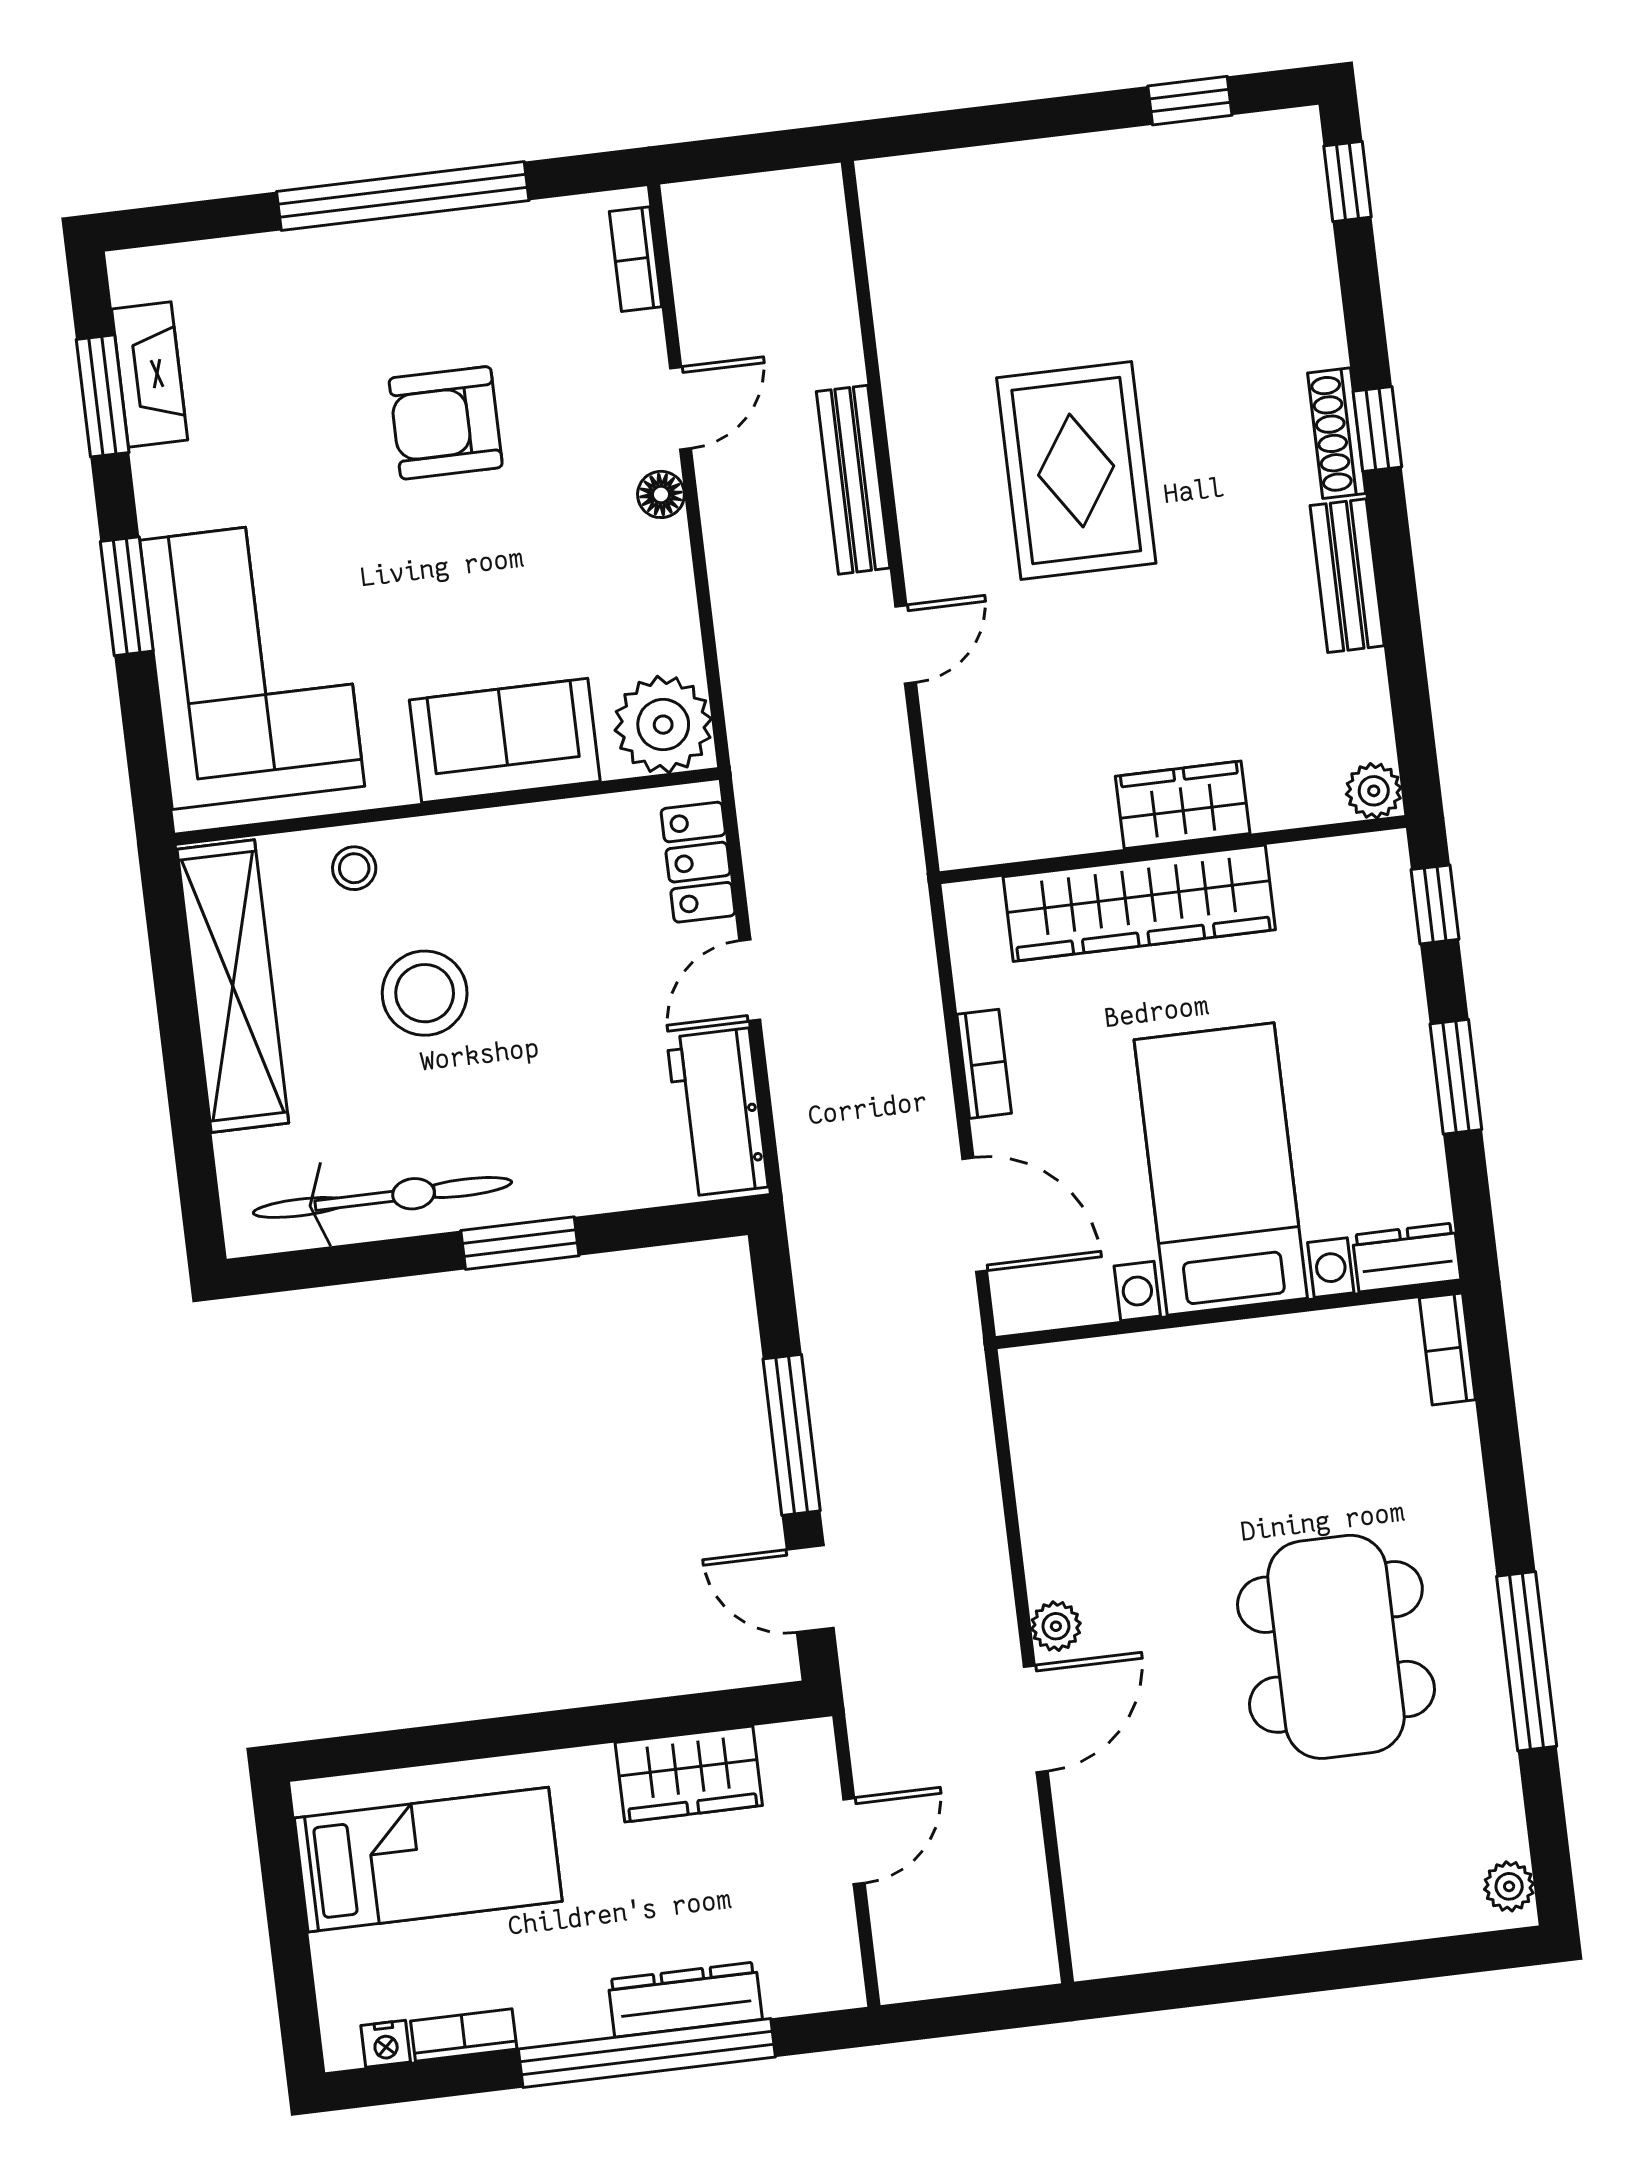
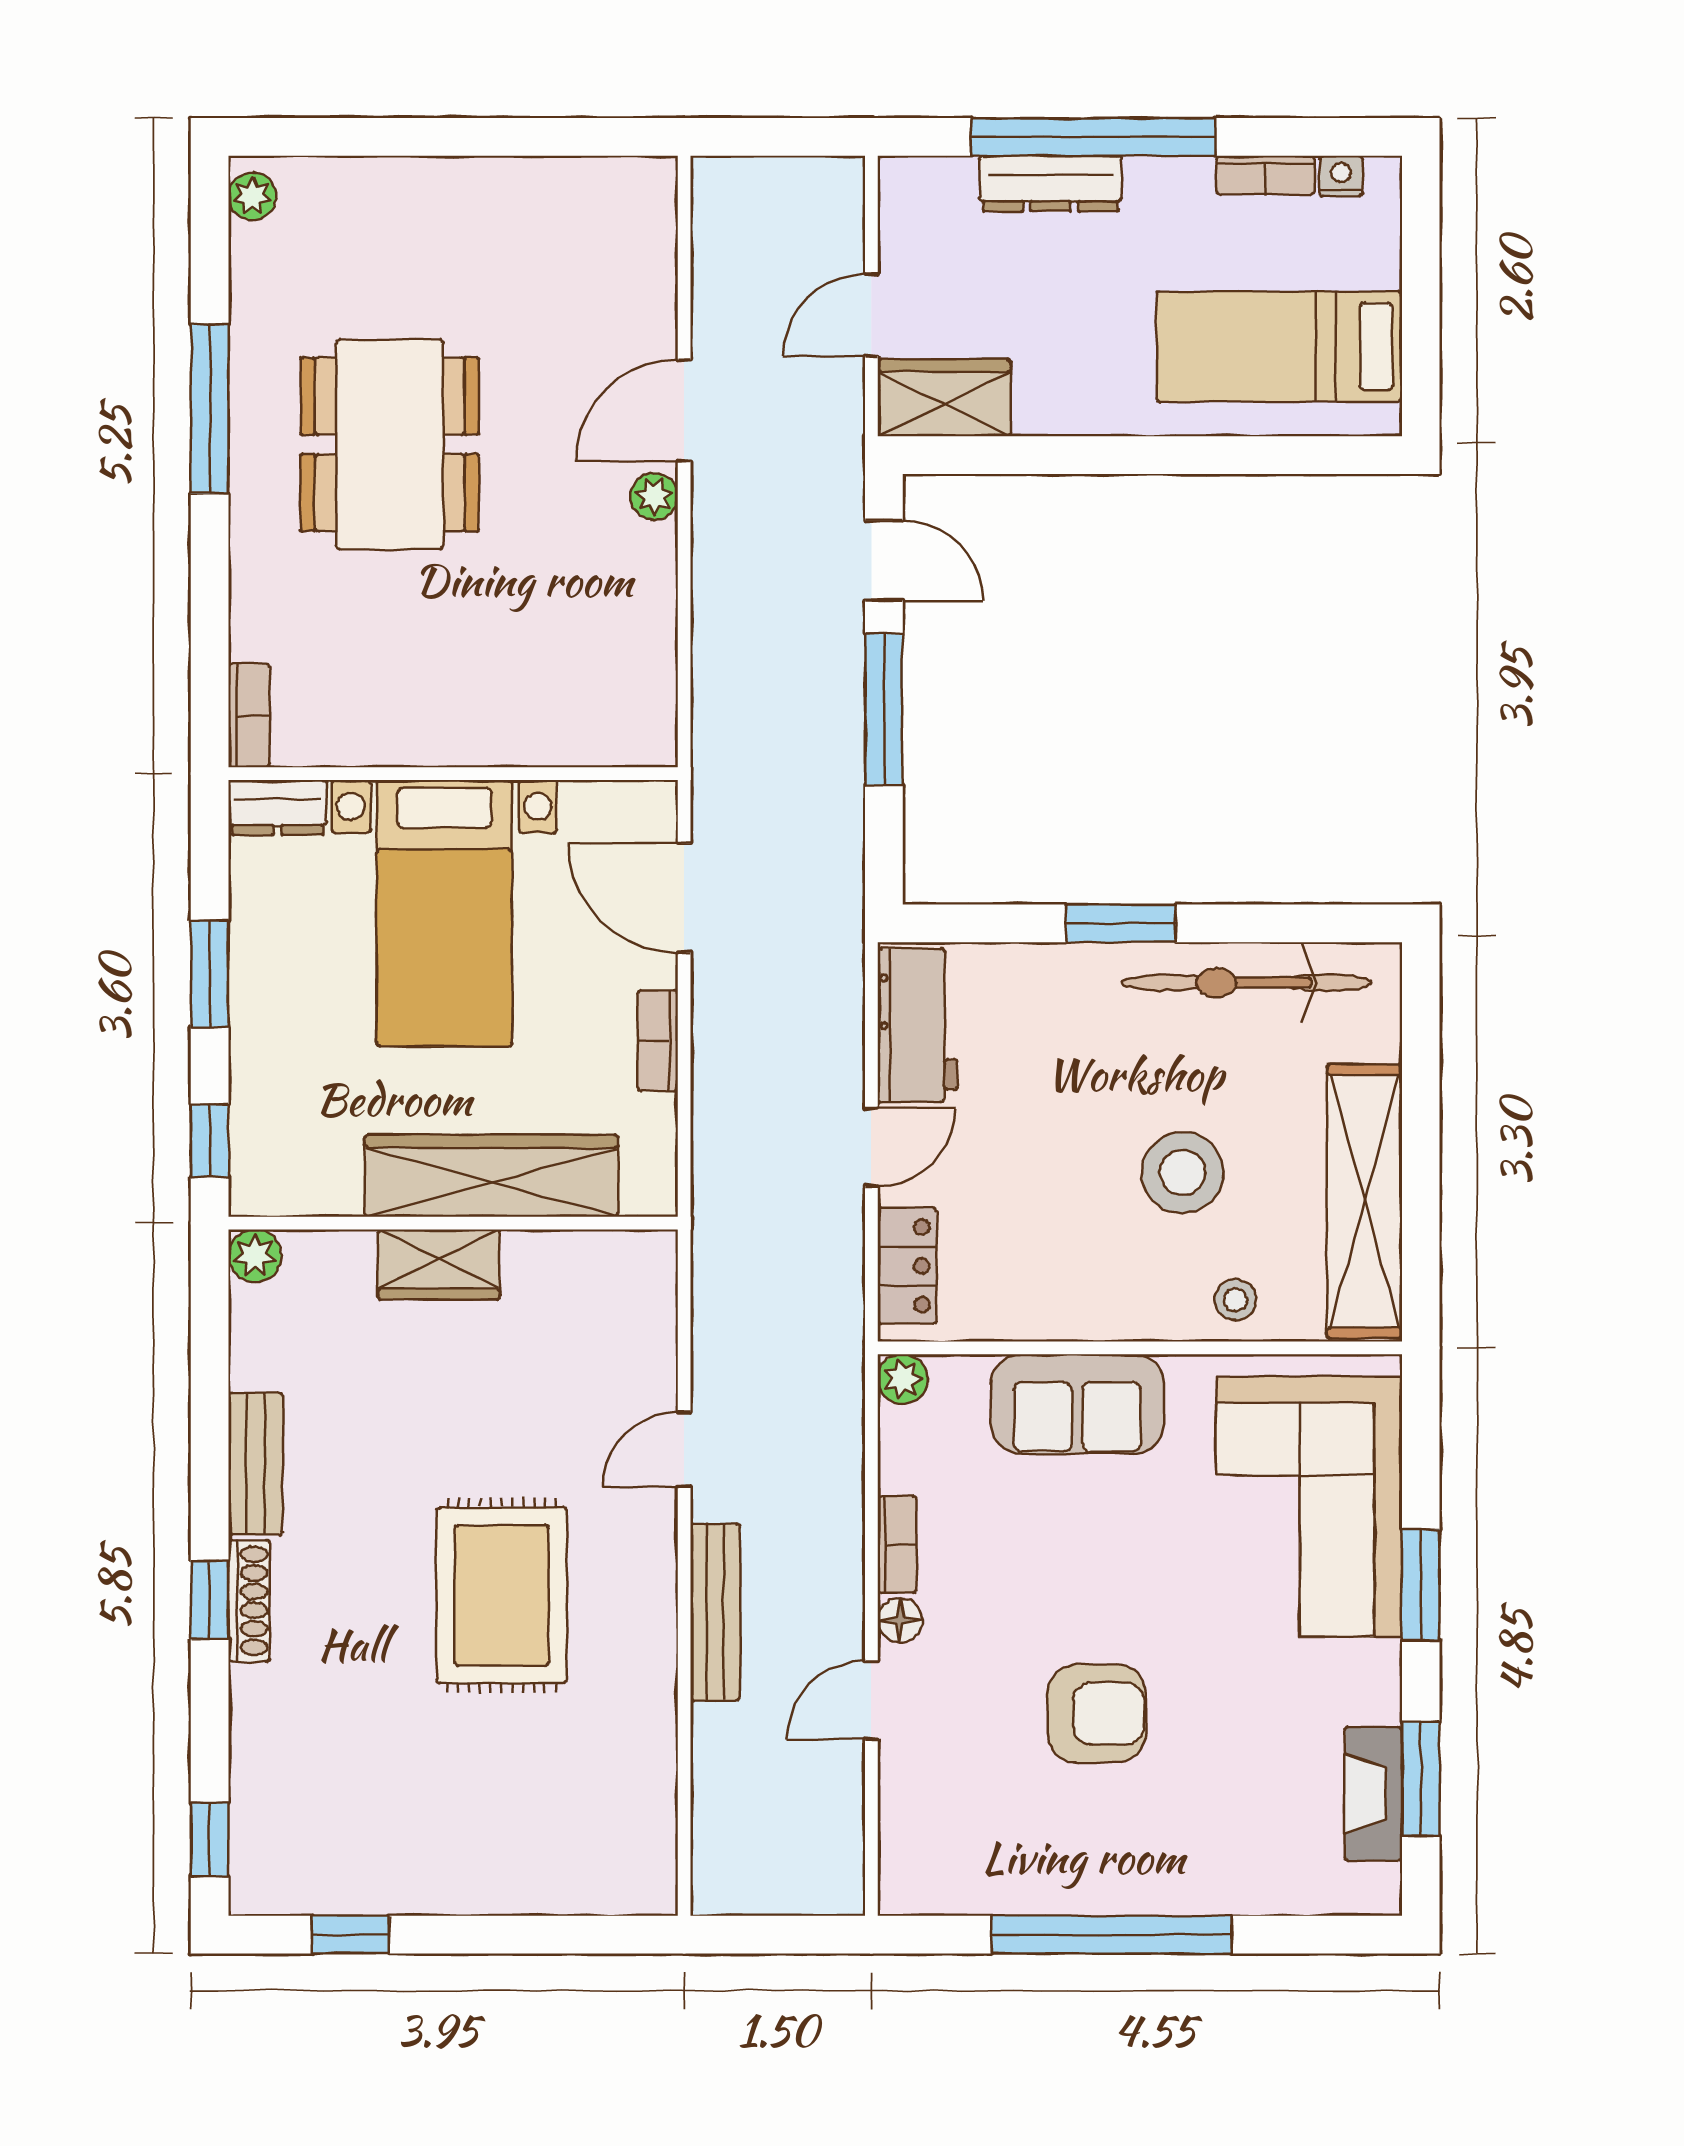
bookcase: (636, 259) -> (897, 1545), moved
plant: (663, 725) -> (903, 1379), width x0.53, depth x0.53
wardrobe: (689, 1774) -> (944, 398), moved

